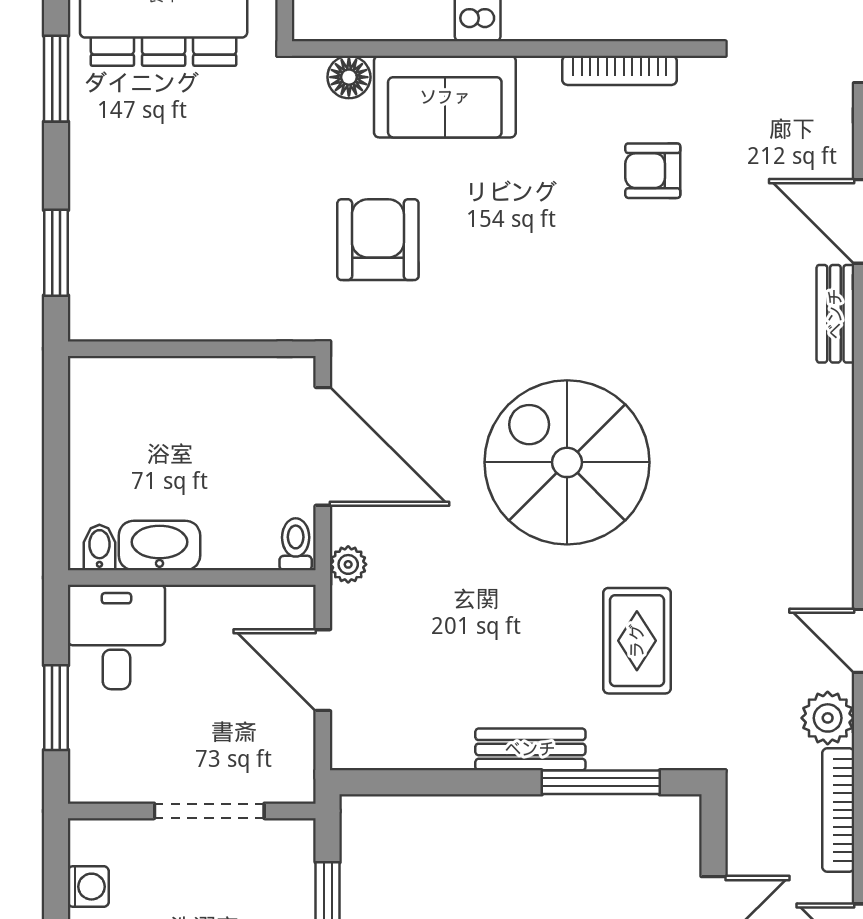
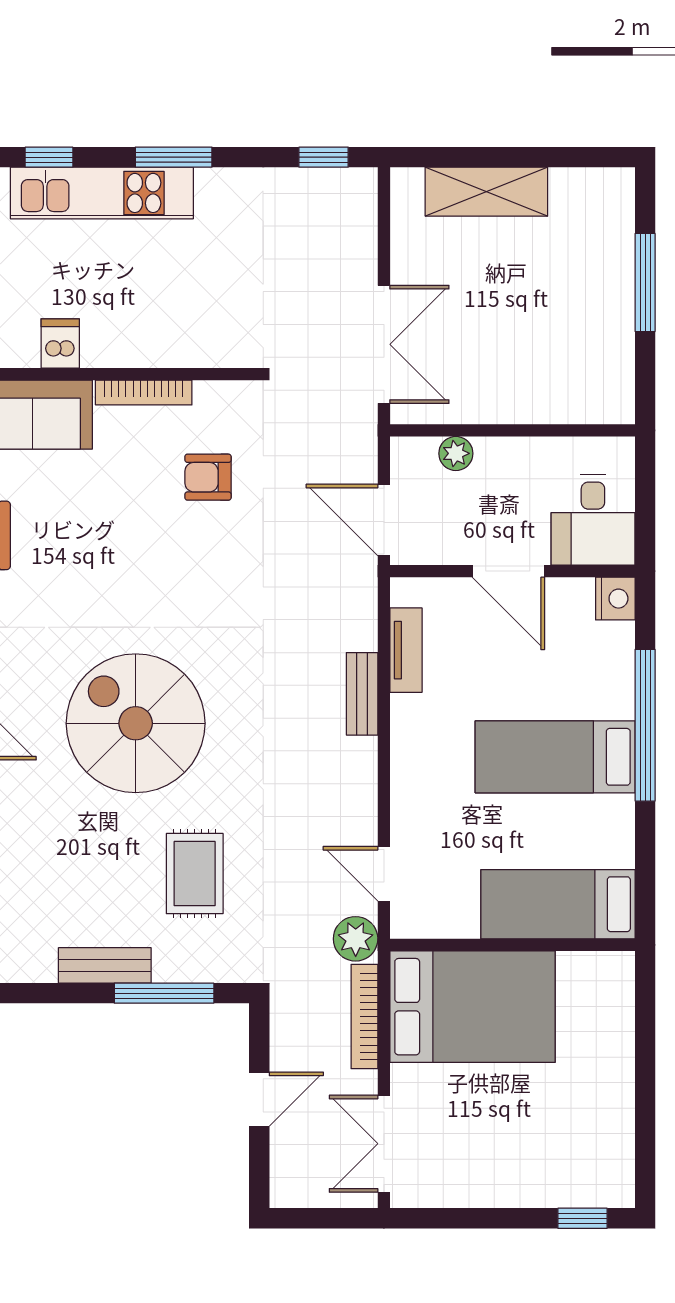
bookcase: (620, 70) -> (144, 393), moved
bench: (835, 314) -> (362, 694), moved

